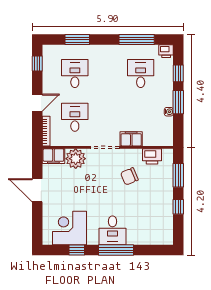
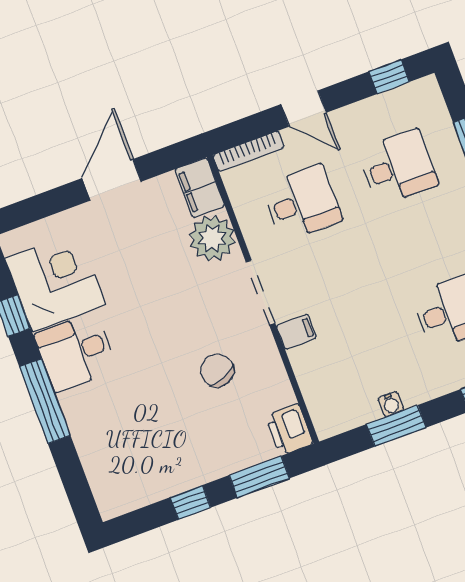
window: (178, 102) -> (396, 426), moved
filing cabinet: (131, 139) -> (296, 332), width x0.50
printer: (152, 156) -> (289, 430), moved
desk: (112, 230) -> (76, 352), moved

